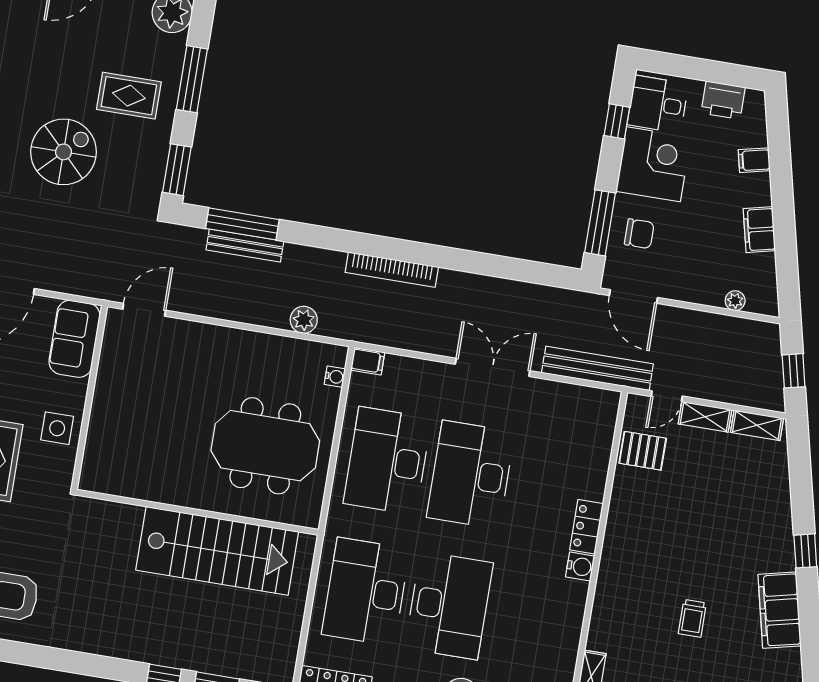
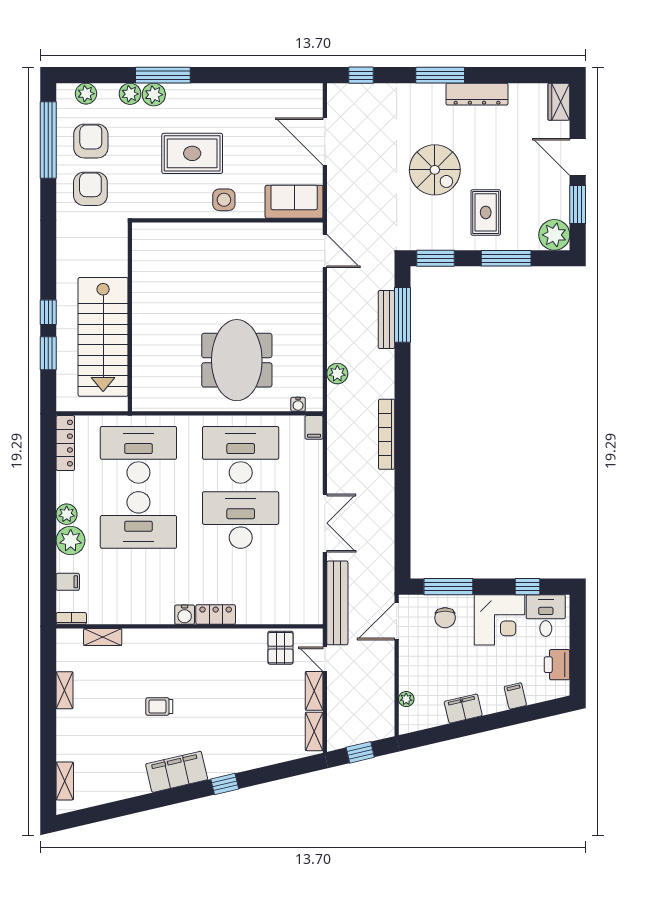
wall: (197, 512) -> (130, 317), moved
stairs: (217, 551) -> (103, 337), moved

